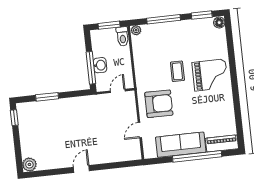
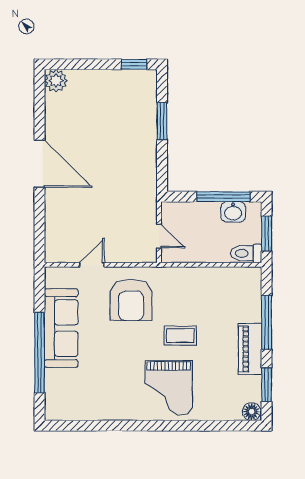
plant: (136, 30) -> (254, 276), removed
washbasin: (100, 65) -> (233, 212), moved
window: (91, 68) -> (223, 197), moved
door: (140, 130) -> (92, 265), hinge flipped
piano: (222, 143) -> (250, 349), moved, turned 180
door: (81, 169) -> (40, 164), width x1.88

